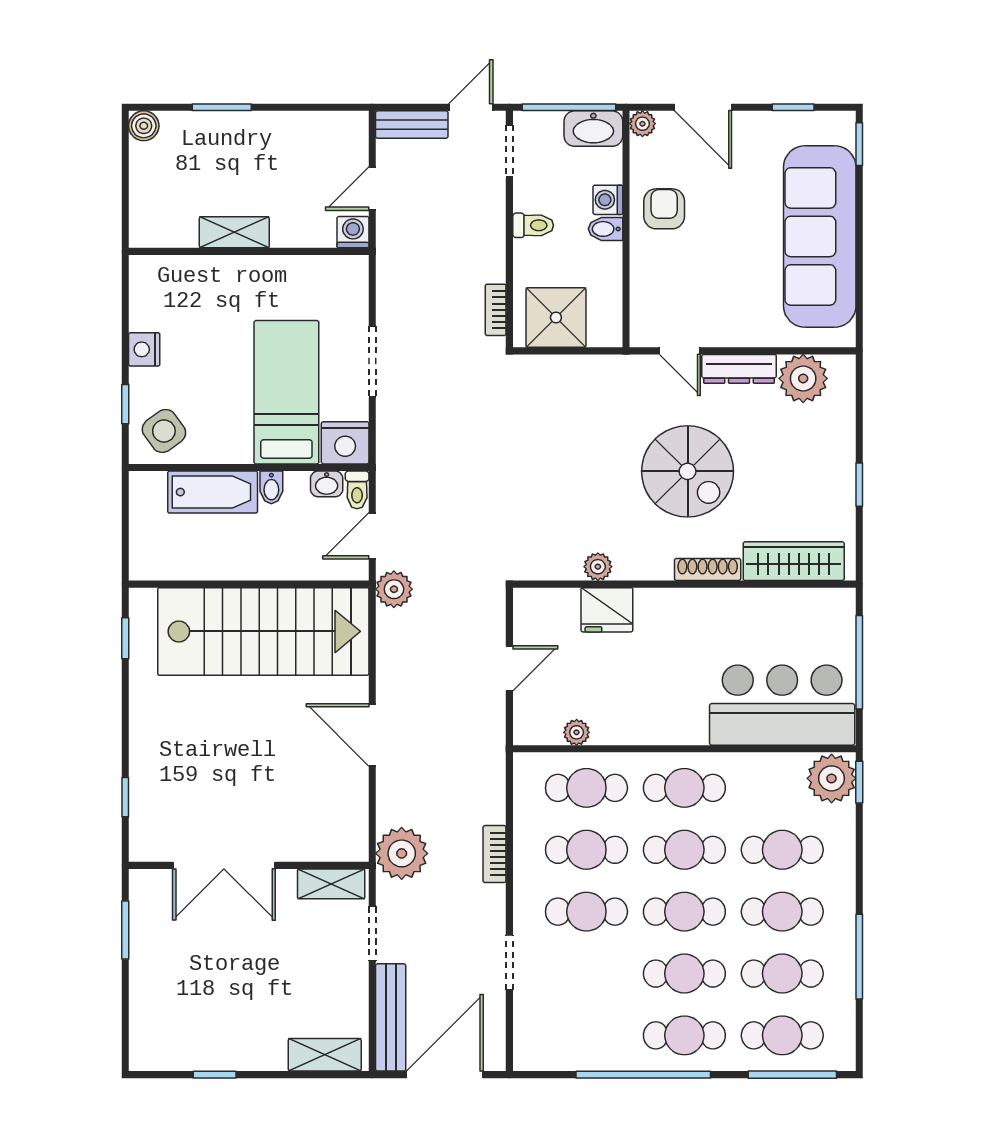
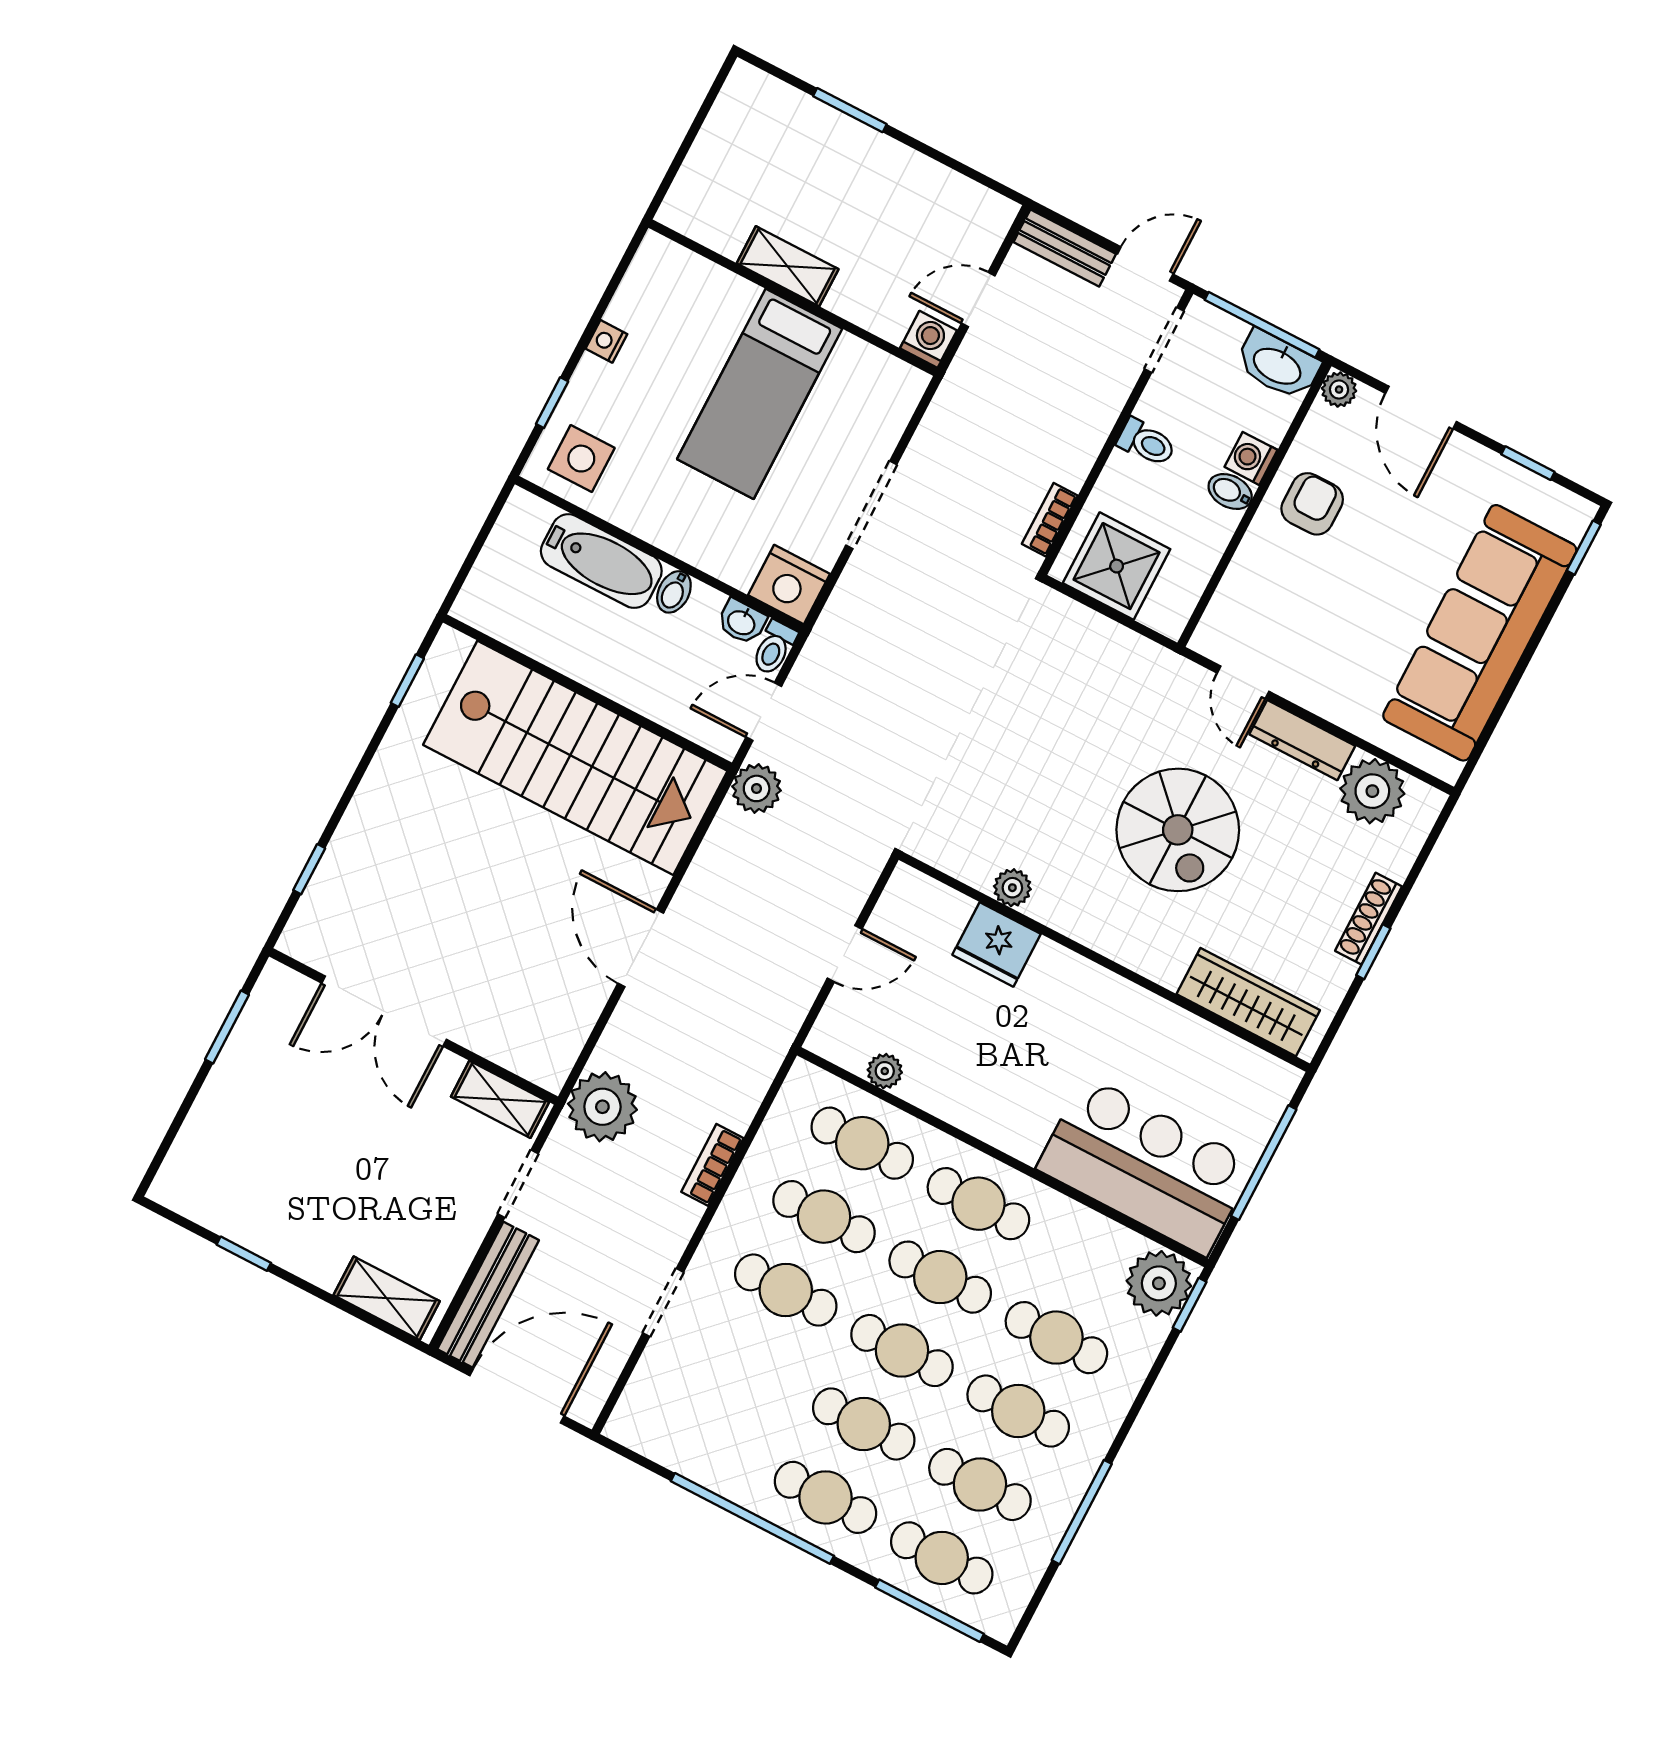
boiler: (144, 126) -> (746, 84), removed
nightstand: (144, 349) -> (606, 341), width x0.72, depth x0.74
bed: (286, 392) -> (760, 394), moved, turned 180
side table: (164, 431) -> (581, 459), turned 36
shoe rack: (708, 569) -> (1369, 919), moved, turned -90

